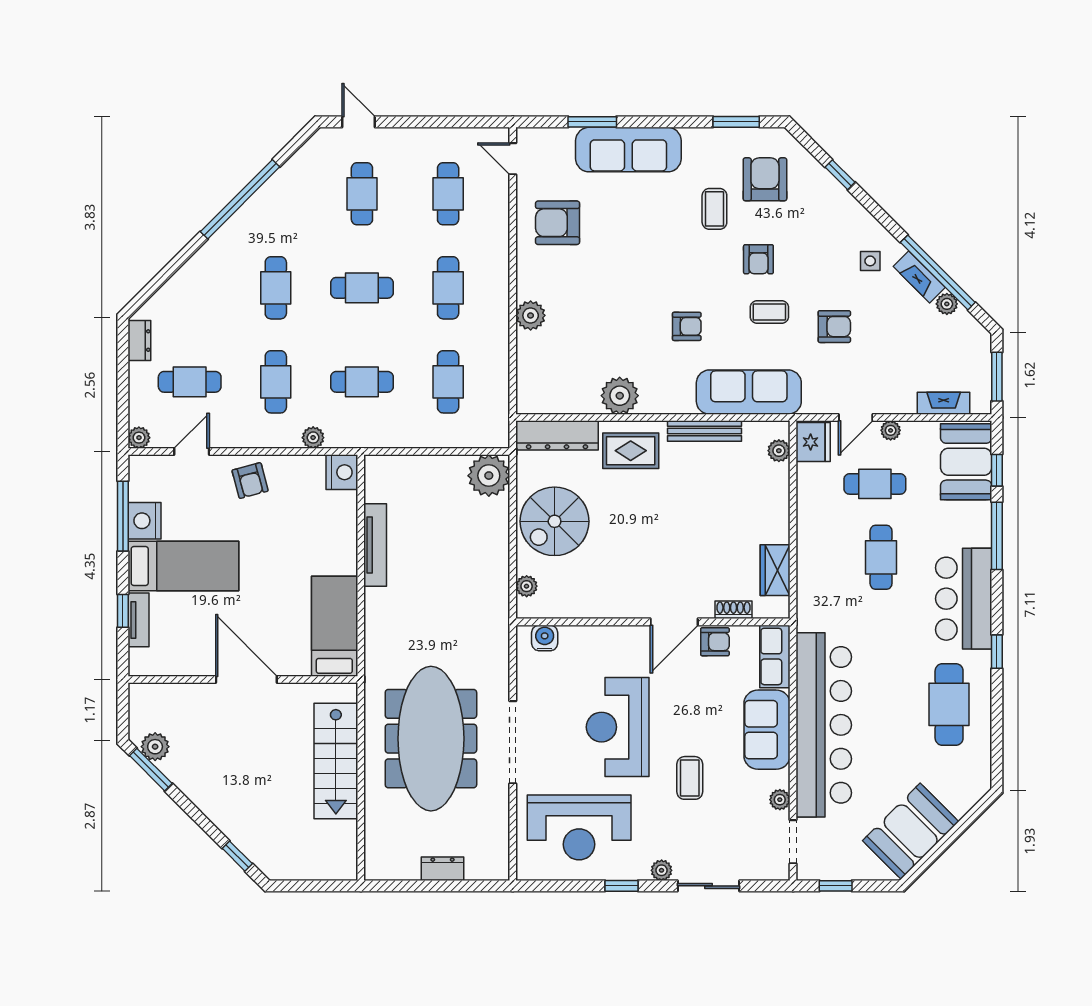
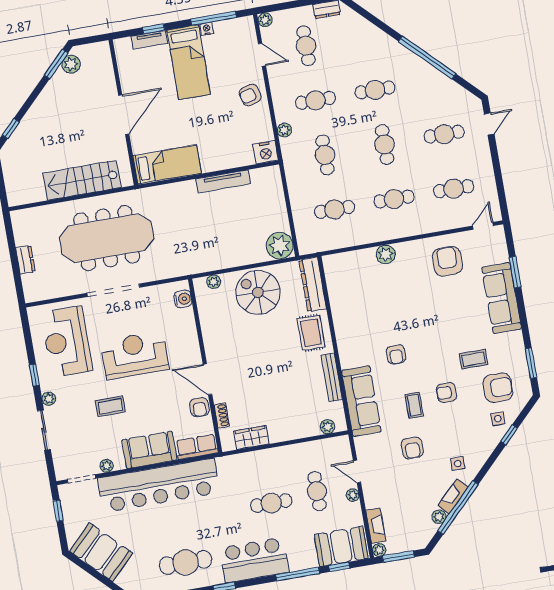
side table: (812, 188) -> (498, 419), added
plant: (620, 396) -> (379, 550), moved, width x0.53, depth x0.53
fridge: (813, 442) -> (337, 447), removed
nightstand: (145, 521) -> (207, 29), width x0.53, depth x0.56

